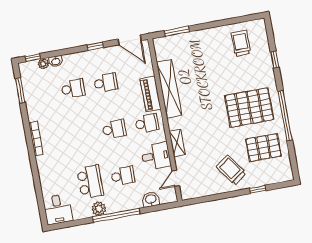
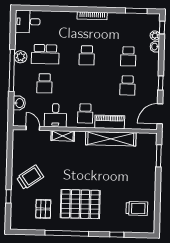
pallet: (249, 108) -> (80, 204), turned 90
school desk: (114, 129) -> (87, 55), moved
pallet: (263, 148) -> (43, 209), width x0.67, depth x0.71

